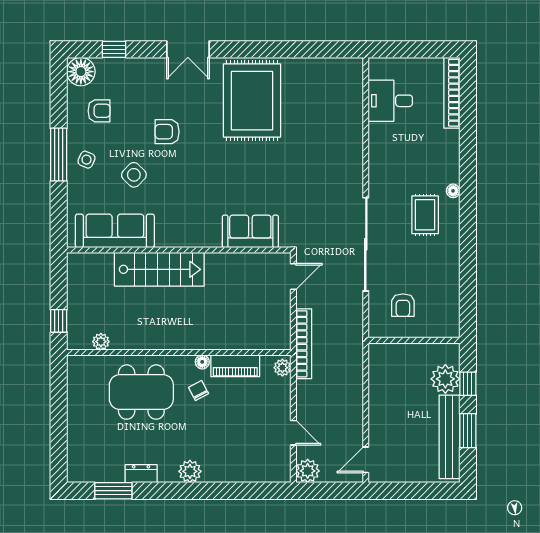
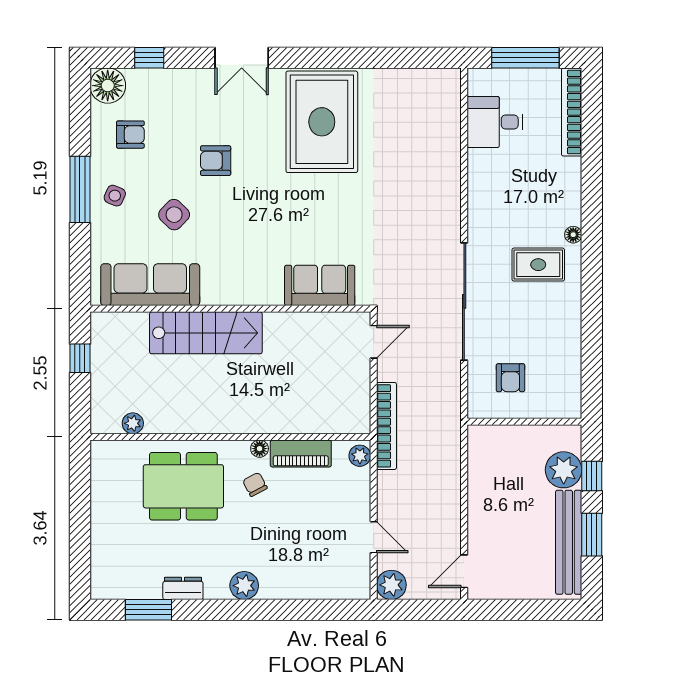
window: (415, 49) -> (525, 58), added
rug: (425, 215) -> (538, 265), turned 90
window: (59, 321) -> (80, 358), moved

